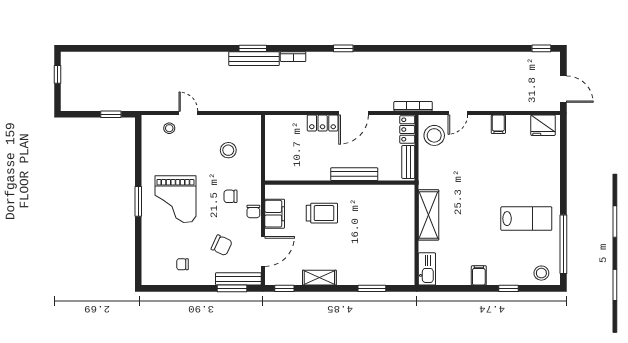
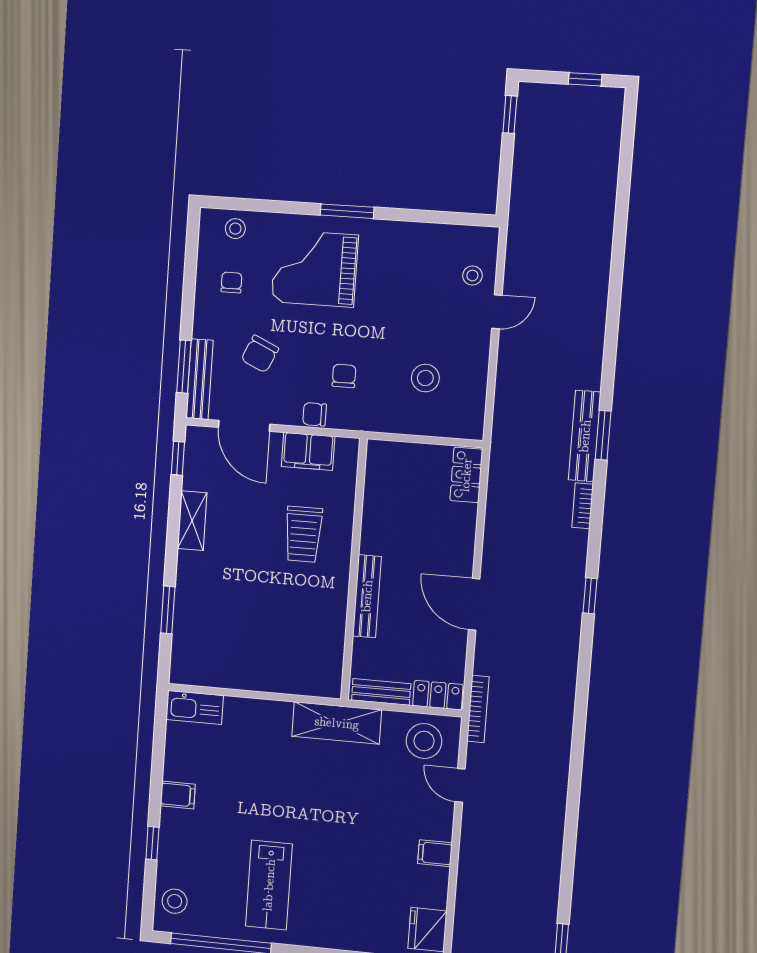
window: (111, 114) -> (510, 114), moved
locker: (323, 123) -> (466, 475), moved
grand piano: (175, 199) -> (315, 269), moved
shelving: (428, 215) -> (337, 723), moved
stool: (152, 264) -> (235, 229), added

